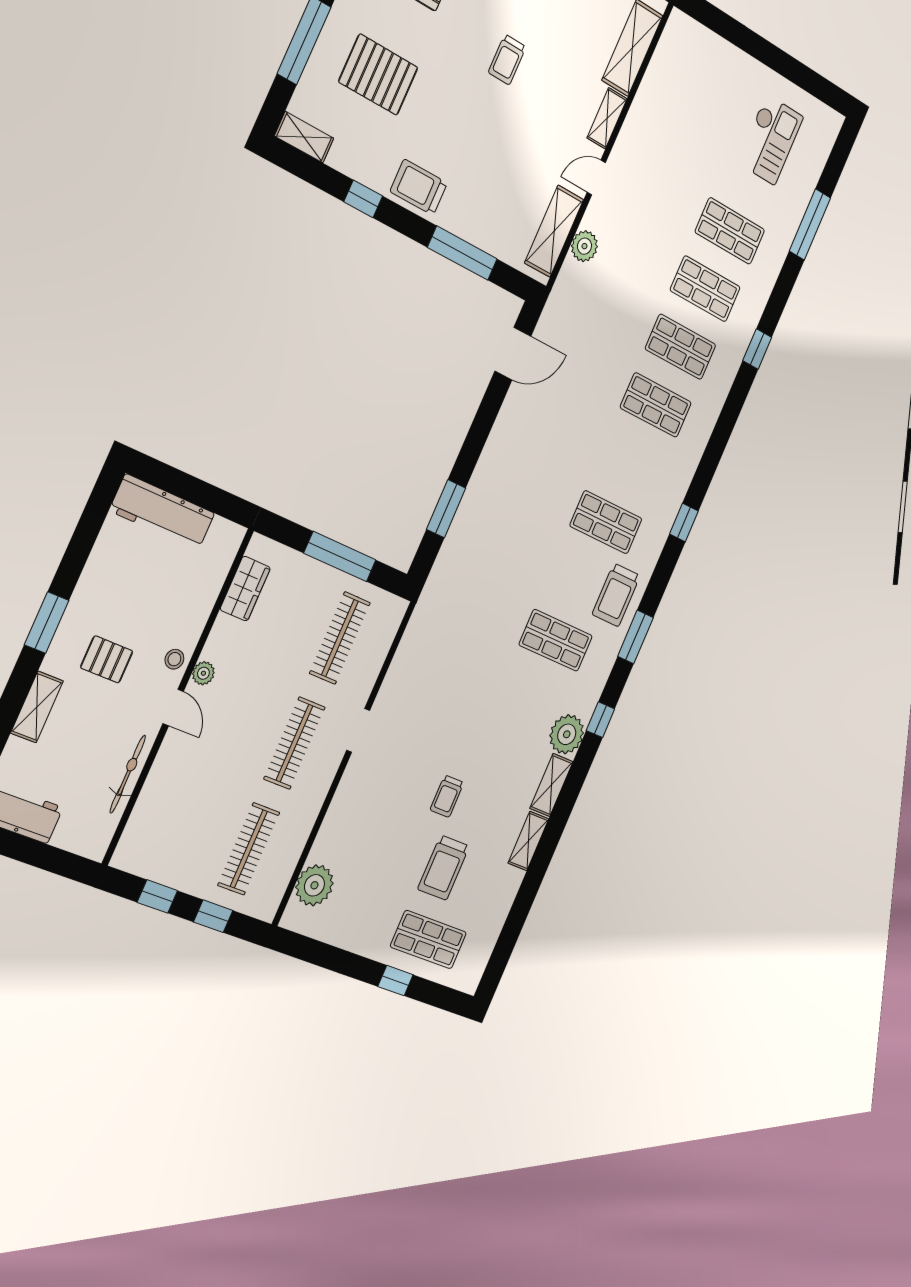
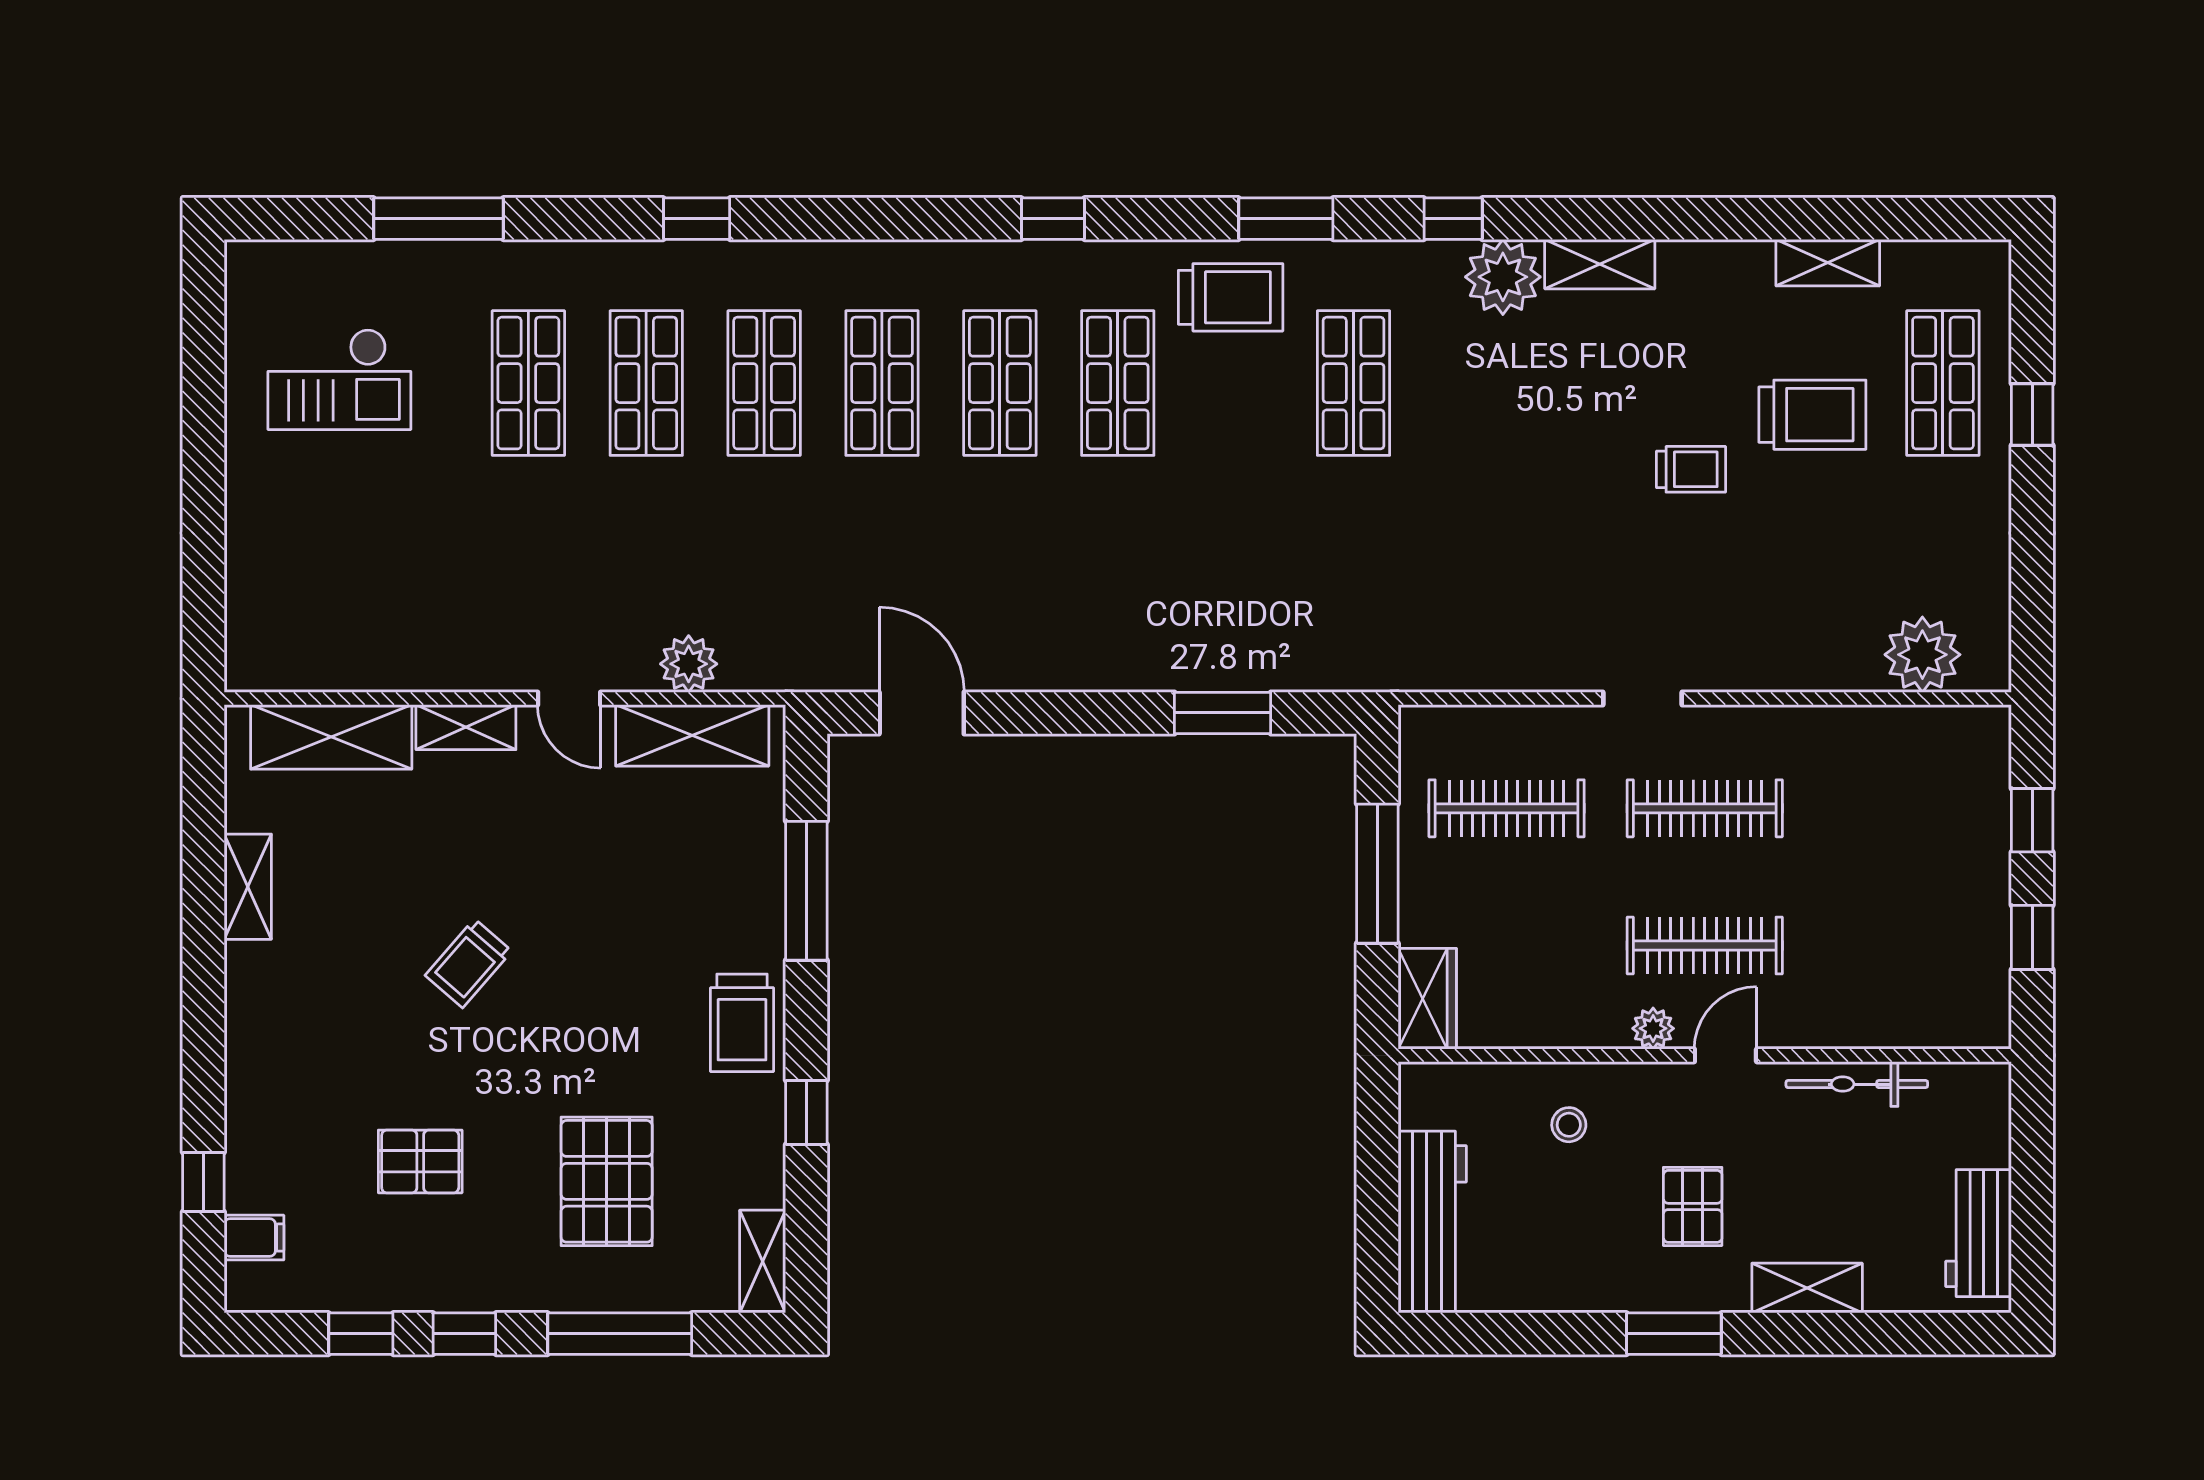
trolley: (507, 60) -> (468, 963), turned 131
checkout: (770, 140) -> (339, 379), turned 180
shop shelf: (631, 464) -> (1000, 383), added
wardrobe: (245, 589) -> (1427, 999), moved, turned 90
stool: (174, 659) -> (1569, 1125), moved
shelving: (528, 841) -> (1828, 263), moved
clothes rail: (249, 849) -> (1705, 946), moved

